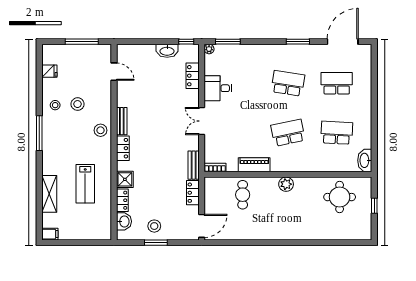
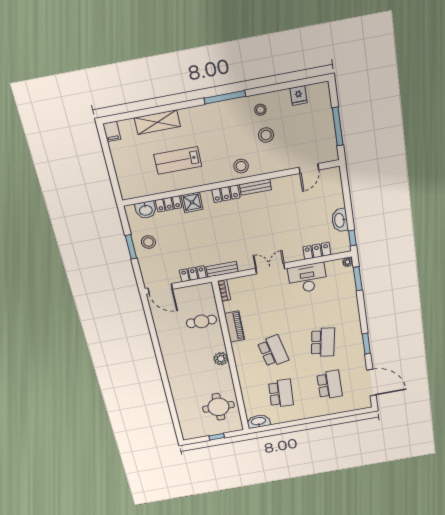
desk: (218, 88) -> (307, 278), width x1.37

